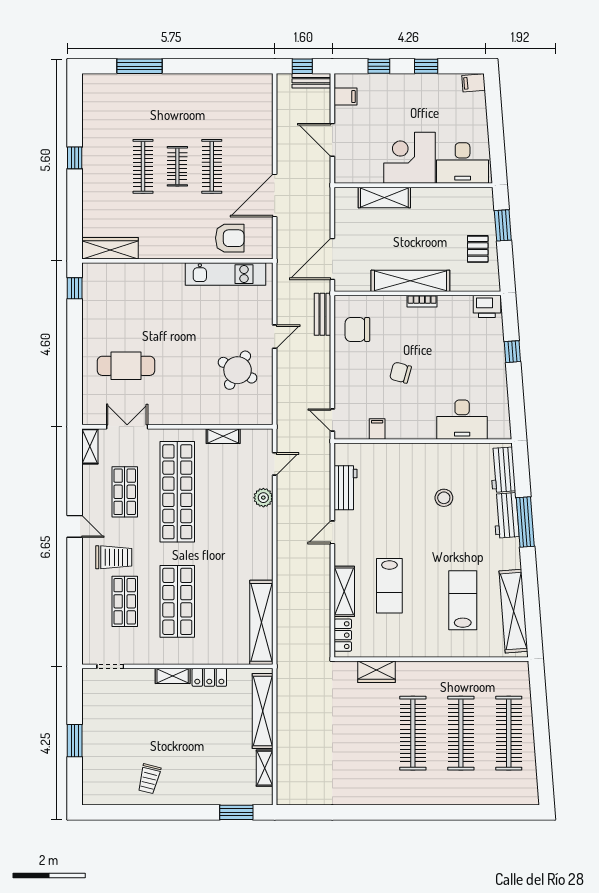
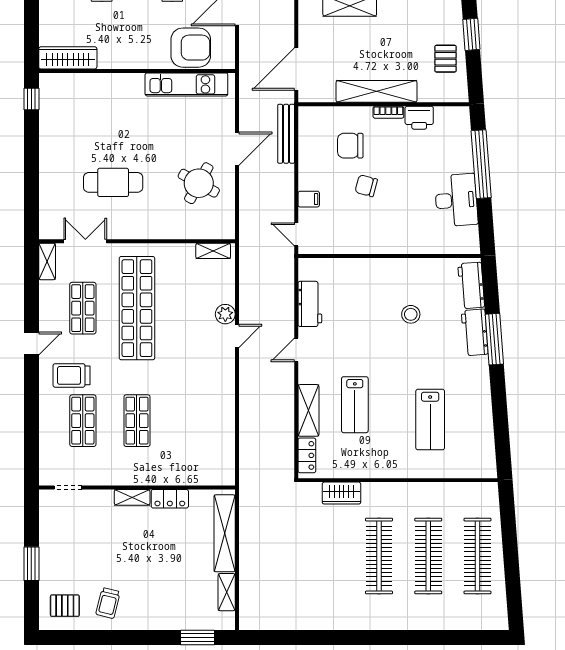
armchair: (230, 238) -> (191, 48), width x1.36, depth x1.36
printer: (487, 306) -> (419, 118), moved
bench: (322, 314) -> (286, 134), width x1.36
chair: (357, 330) -> (350, 146), moved
door: (275, 337) -> (237, 149), width x1.38
window: (512, 352) -> (481, 164), width x3.17
cafe table: (126, 366) -> (113, 182), moved
desk: (462, 420) -> (456, 200), moved, turned -94
filing cabinet: (377, 429) -> (309, 199), moved, turned 90
shelving: (223, 436) -> (213, 251), moved
door: (275, 464) -> (237, 336), moved
door: (75, 526) -> (31, 344), hinge flipped
trolley: (114, 557) -> (72, 375), turned 180
lab bench: (463, 600) -> (430, 420), turned 180
shop shelf: (177, 601) -> (137, 421), width x0.70, depth x0.74
shelving: (513, 611) -> (482, 431), removed
shelving: (261, 622) -> (223, 442), removed
pallet: (107, 781) -> (65, 606), added

